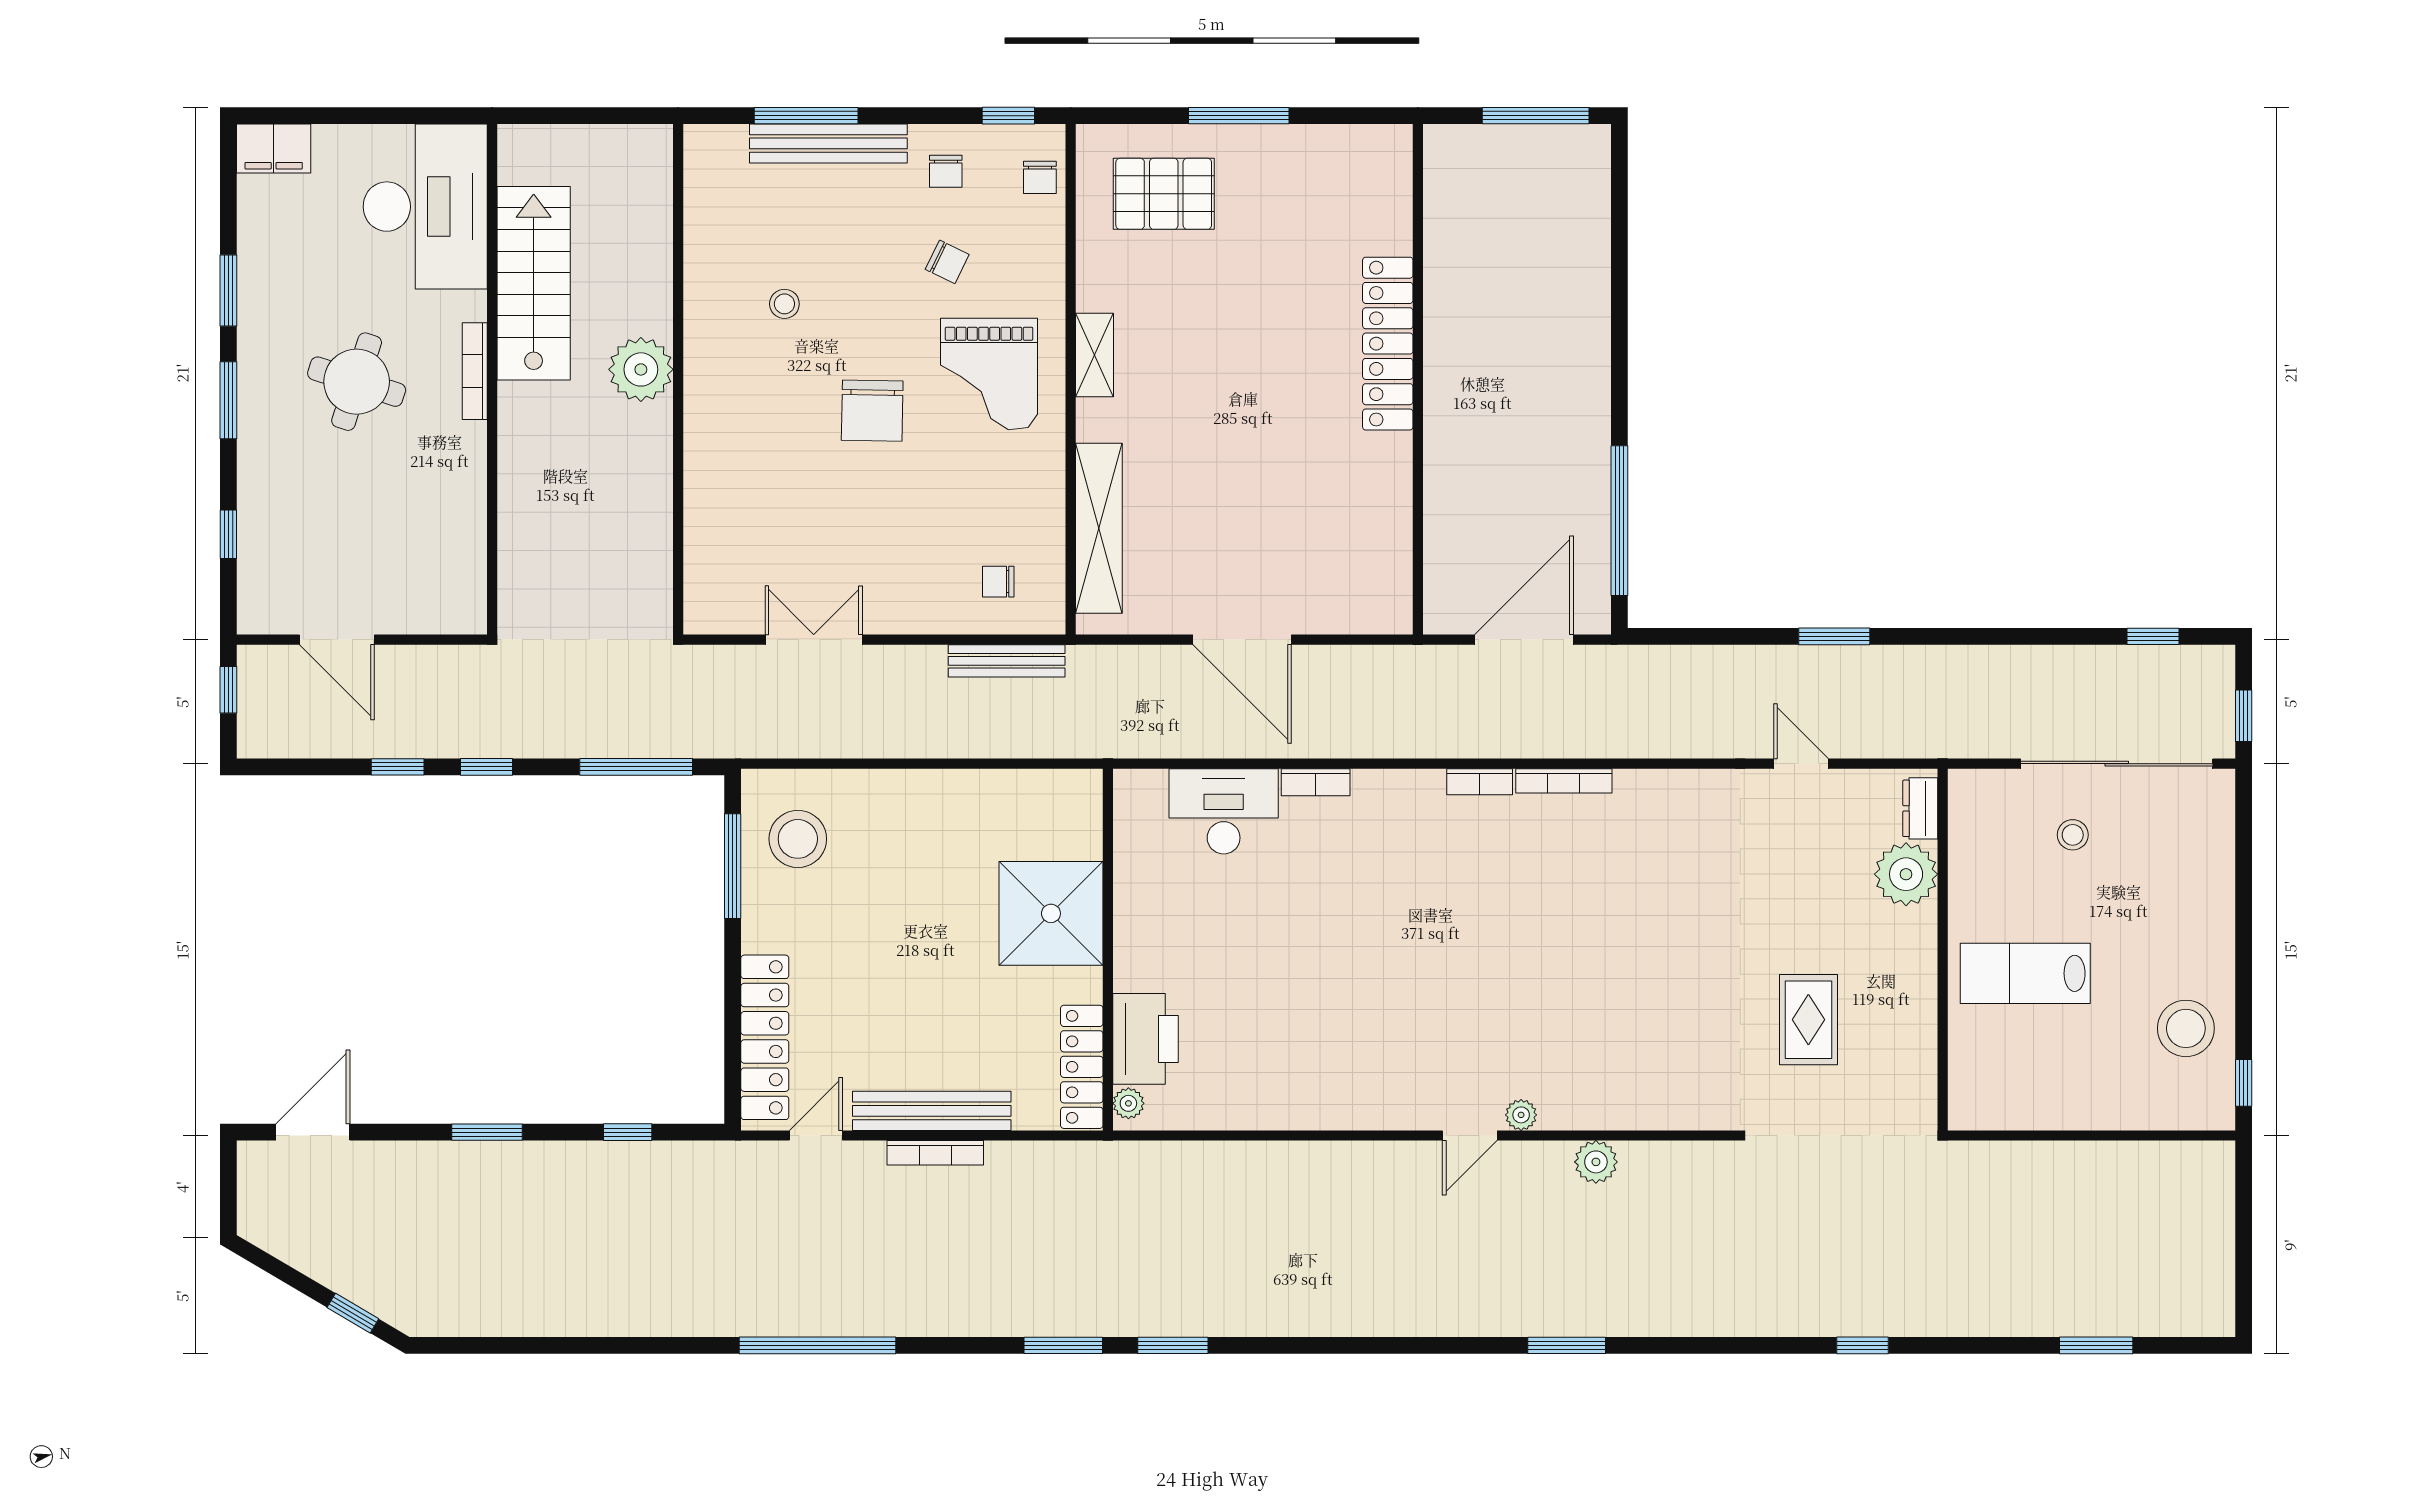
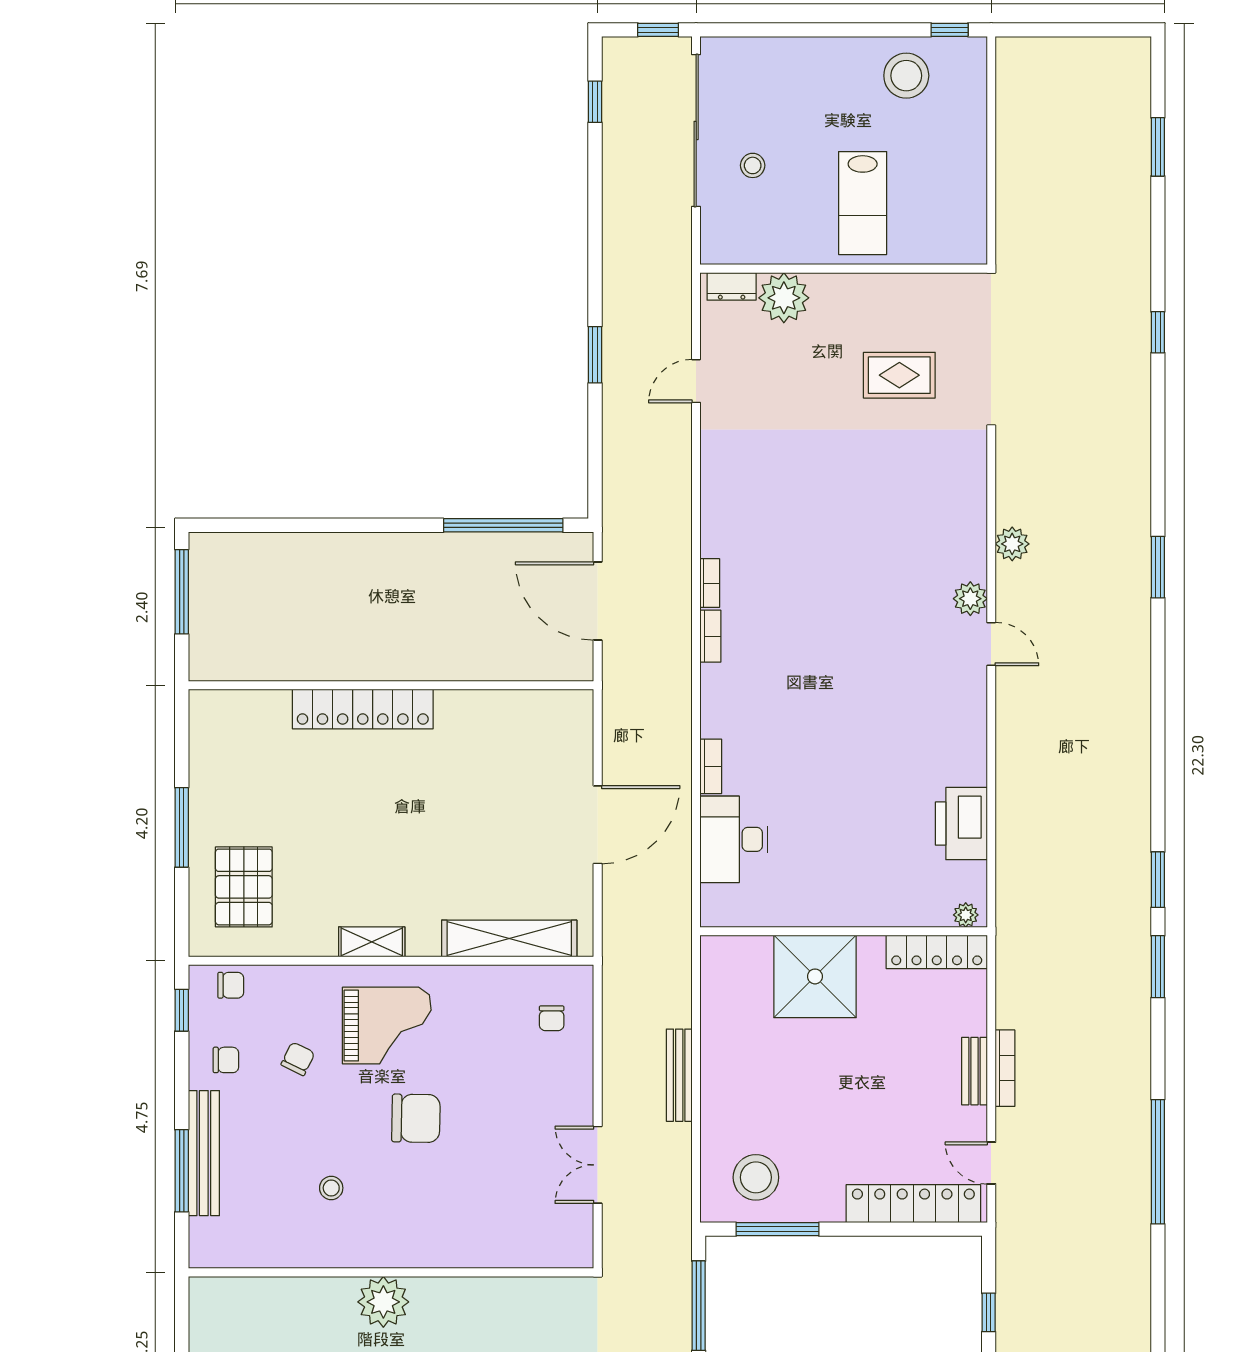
bench: (1007, 661) -> (679, 1075), moved
bookcase: (1564, 781) -> (710, 583), width x0.64
printer: (1145, 1039) -> (961, 824), moved, turned -90
bench: (932, 1111) -> (974, 1071), width x0.54, depth x0.82
plant: (1521, 1115) -> (970, 599), width x1.38, depth x1.38

